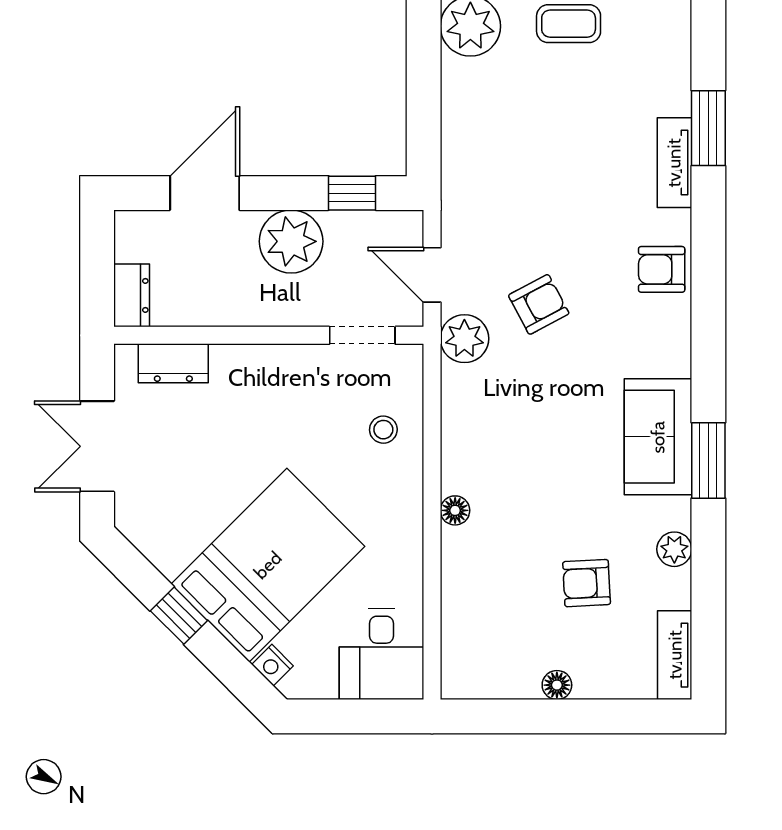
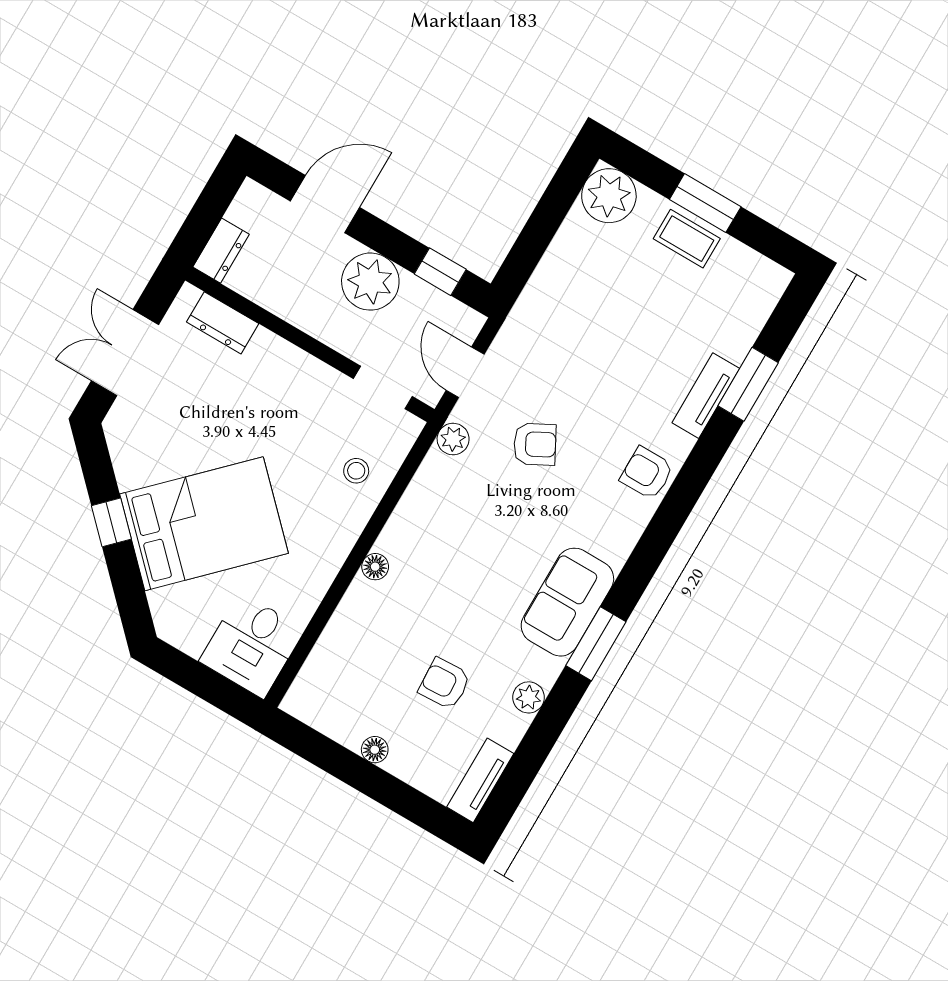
plant: (464, 339) -> (453, 439), width x0.73, depth x0.73
nightstand: (272, 665) -> (162, 604), removed

